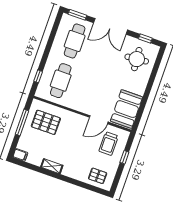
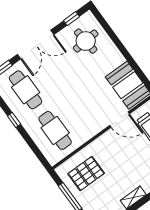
window: (38, 76) -> (14, 120), moved
door: (99, 120) -> (119, 120), hinge flipped

